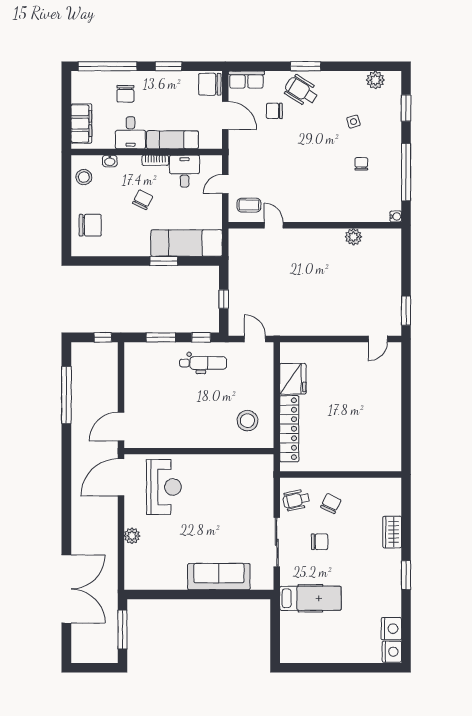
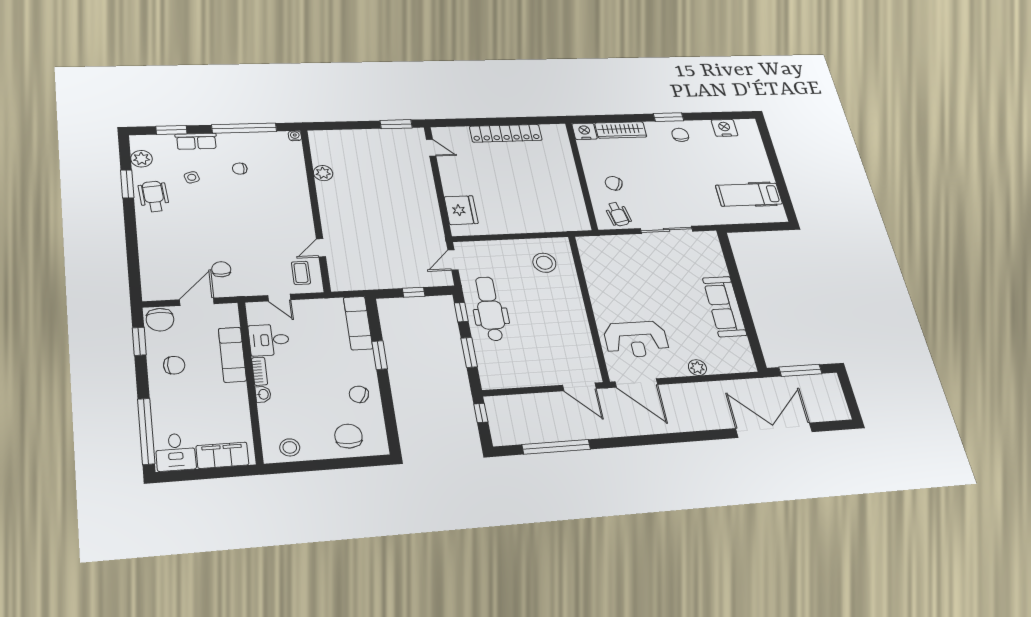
window: (168, 66) -> (139, 341), moved
window: (306, 66) -> (127, 184), moved
row of seats: (246, 80) -> (196, 141), moved, turned 90
wheelchair: (301, 91) -> (154, 196), moved, turned 143
chair: (125, 94) -> (174, 365), moved
chair: (274, 111) -> (221, 269), moved, turned 180
desk: (130, 133) -> (176, 452), moved, turned 90
washbasin: (110, 161) -> (263, 394), moved
chair: (143, 200) -> (359, 394), moved
exam couch: (187, 243) -> (358, 323), width x0.73, depth x0.69
dental chair: (203, 363) -> (490, 309), width x1.36, depth x1.38
fridge: (293, 379) -> (461, 210), moved, turned 90
locker: (289, 429) -> (506, 133), moved, turned 180
reception desk: (164, 487) -> (636, 339), turned 180
wardrobe: (392, 532) -> (621, 130), width x1.50
chair: (320, 542) -> (680, 135), moved
sofa: (219, 577) -> (725, 307), moved
hospital bed: (310, 598) -> (749, 195), moved, turned -90
nightstand: (392, 652) -> (585, 131), moved

